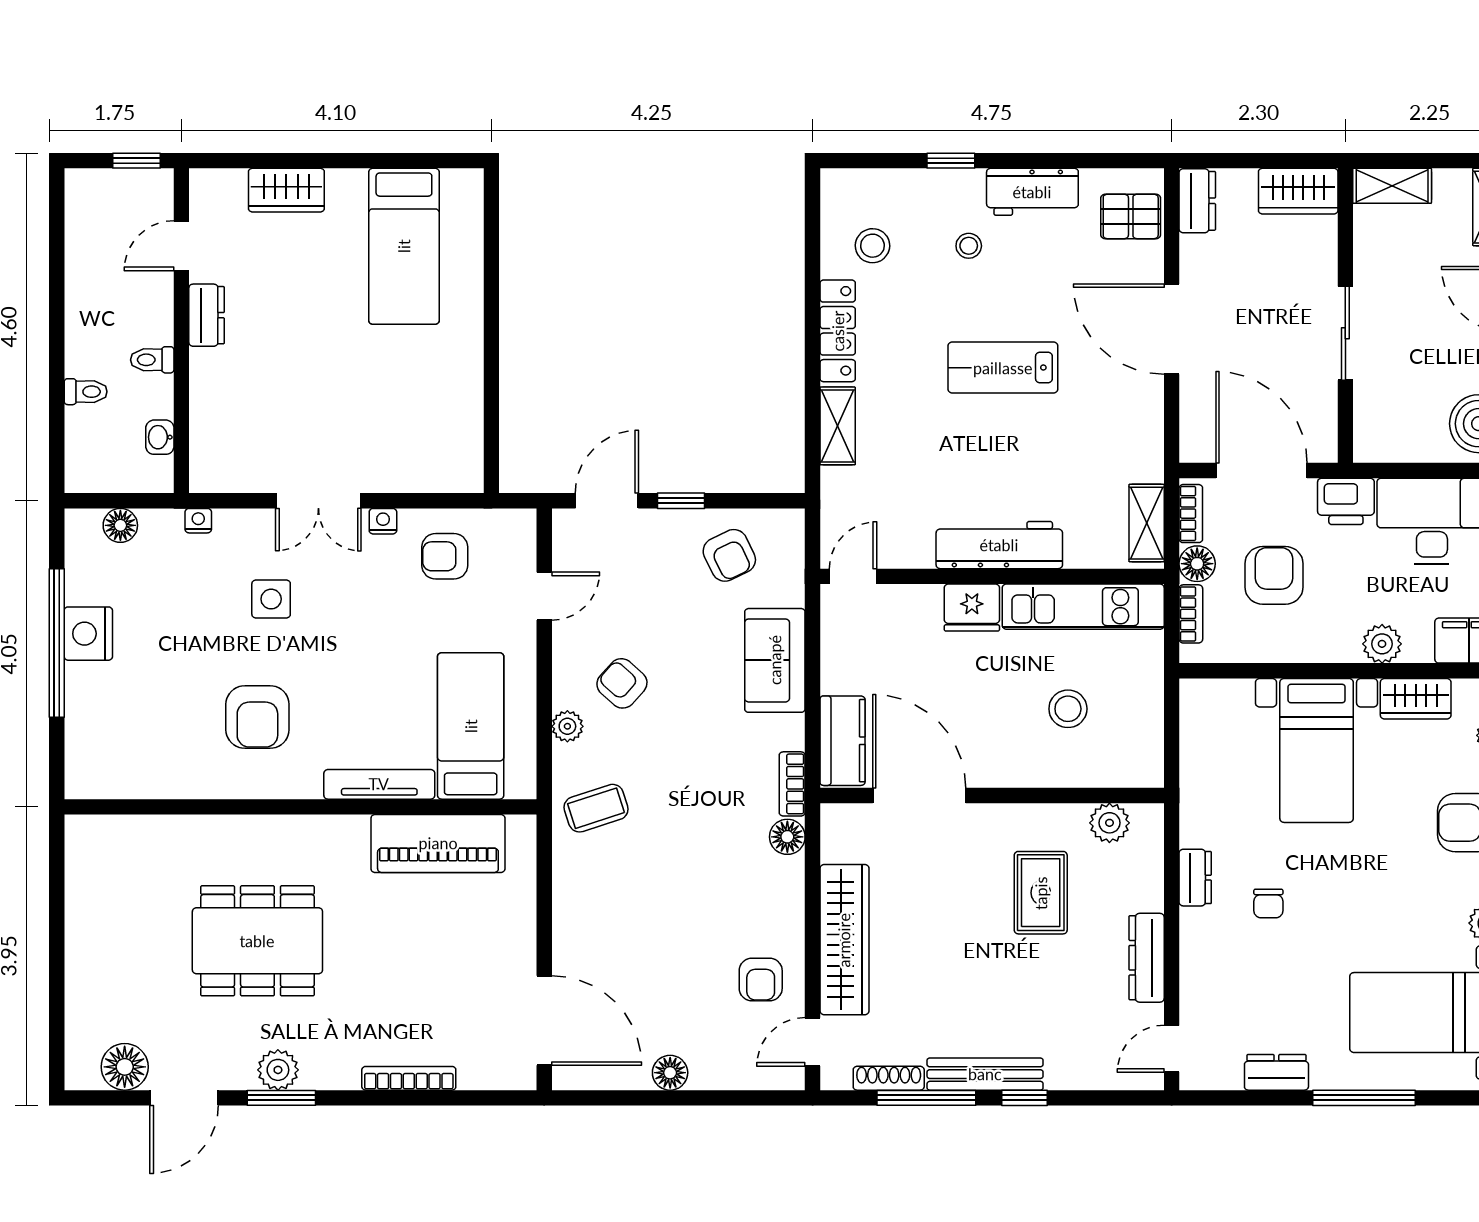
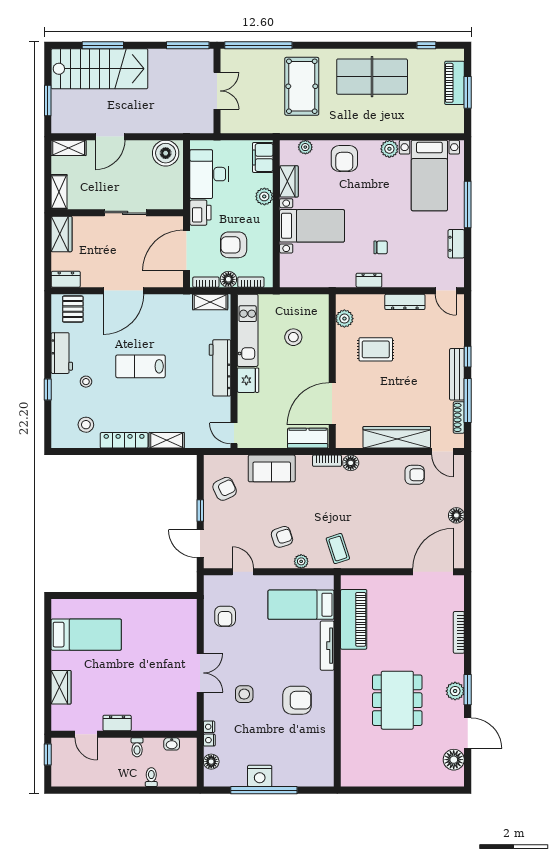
lab bench: (1003, 368) -> (140, 366), turned 90
nightstand: (383, 521) -> (209, 740), moved
armchair: (622, 683) -> (282, 537), turned -150

